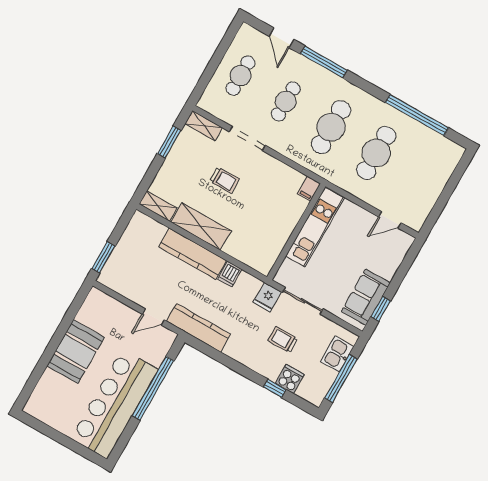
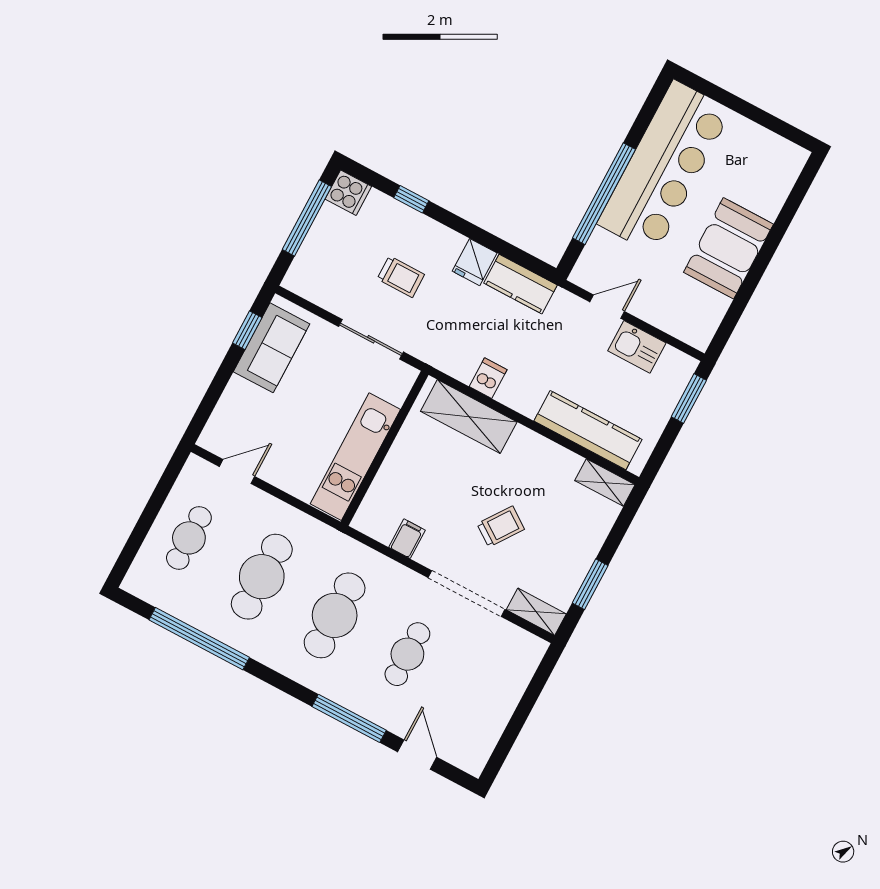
cafe table: (241, 76) -> (189, 538), moved
doorway: (247, 139) -> (467, 594), width x1.36
trolley: (225, 180) -> (501, 527), turned 125
filing cabinet: (309, 189) -> (407, 539), moved
shelving: (201, 226) -> (469, 417), moved
kitchen counter: (193, 254) -> (588, 430), moved
fridge: (267, 297) -> (475, 262), moved, turned 180
kitchen counter: (198, 328) -> (520, 284), width x0.67
kitchen sink: (337, 354) -> (637, 347), moved, turned 90
cooker: (290, 379) -> (348, 193), moved, turned -90

